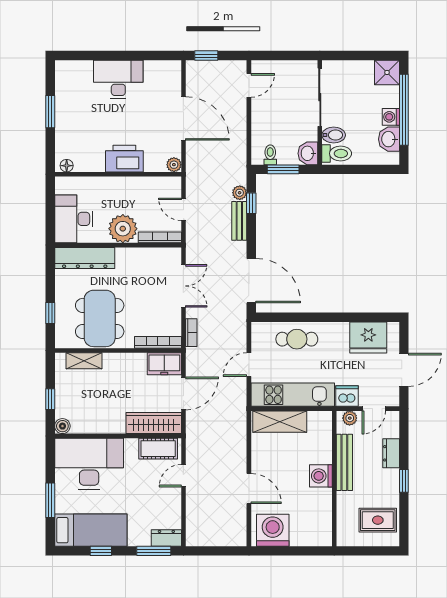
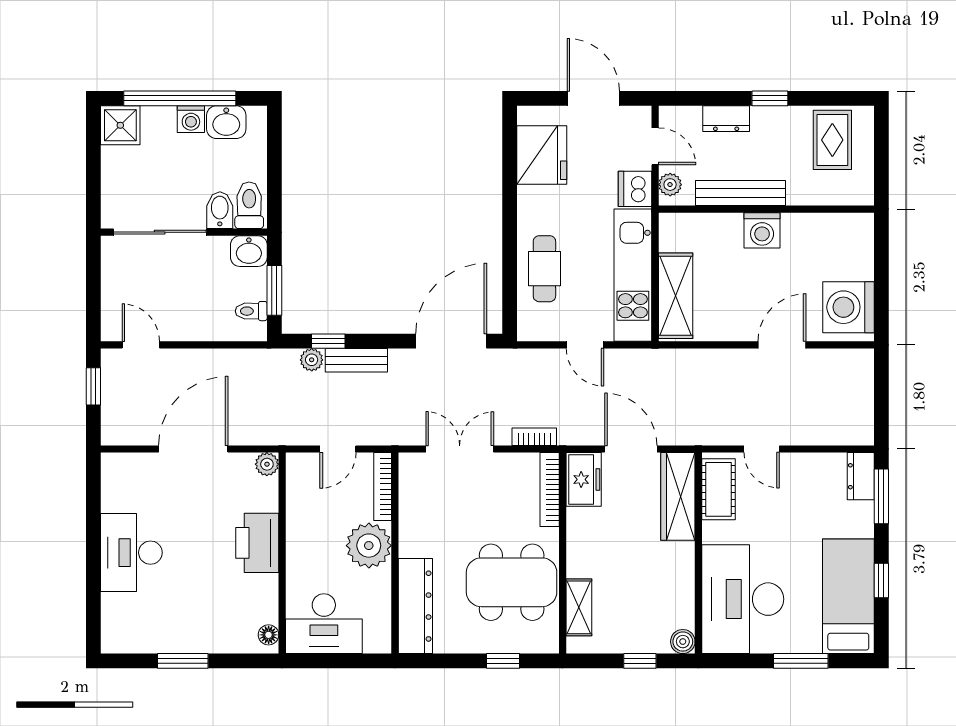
window: (206, 56) -> (93, 386), moved
desk: (74, 219) -> (324, 624), moved

